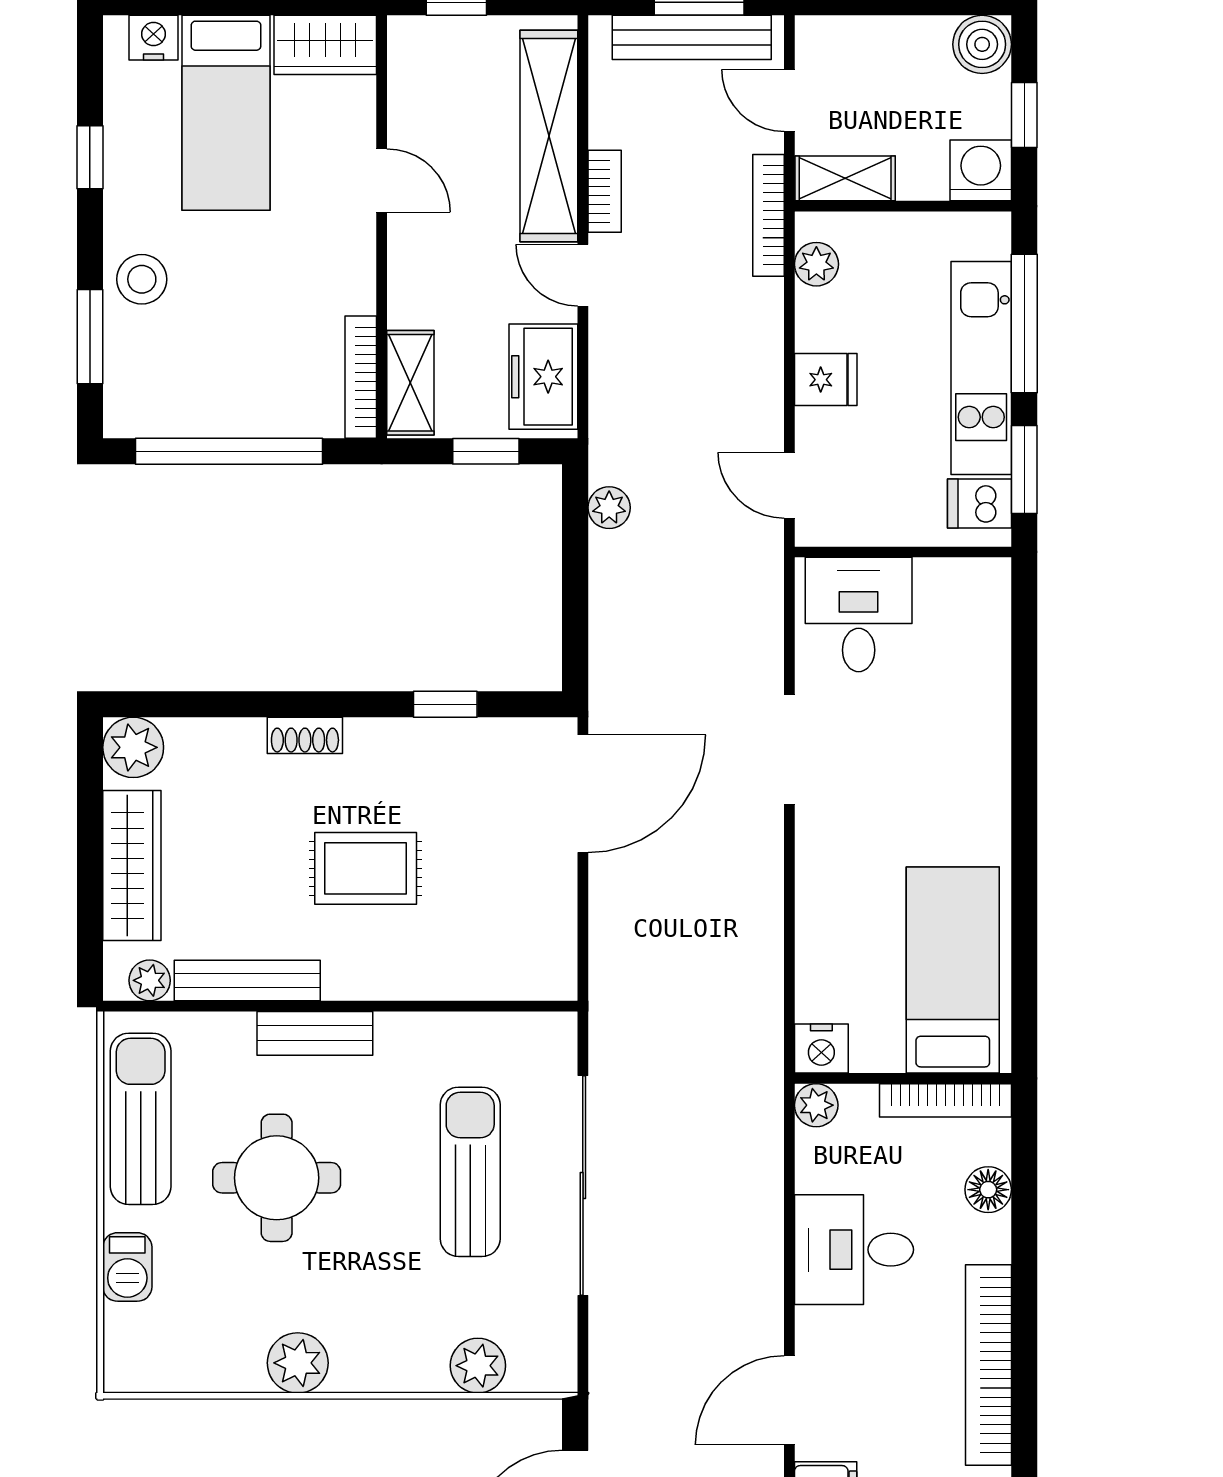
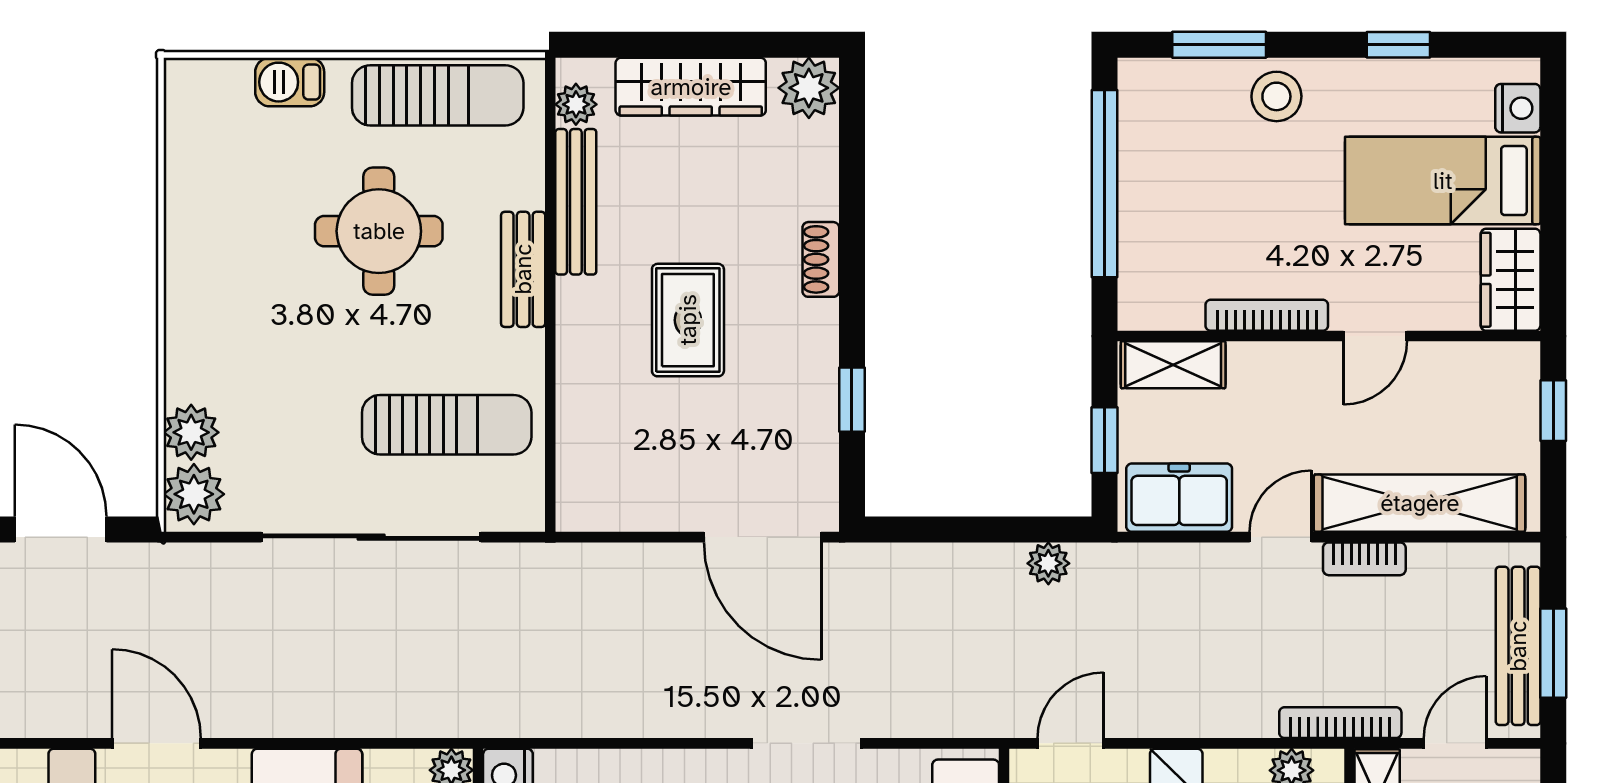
bookcase: (361, 377) -> (1267, 315), moved
sun lounger: (470, 1172) -> (447, 425), moved
plant: (298, 1363) -> (194, 494), moved

